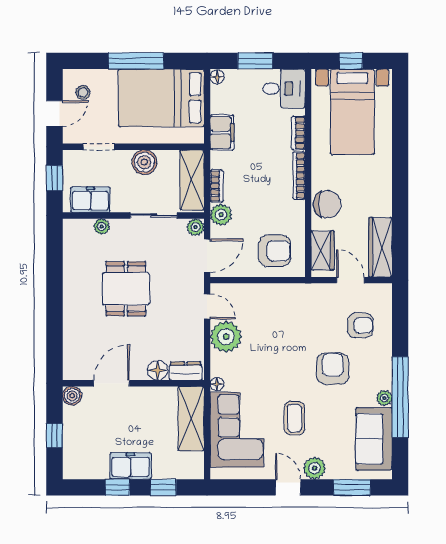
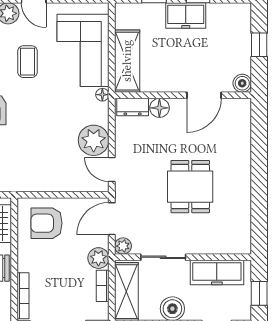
freezer: (90, 200) -> (217, 273), width x1.40
plant: (102, 227) -> (214, 247), removed

